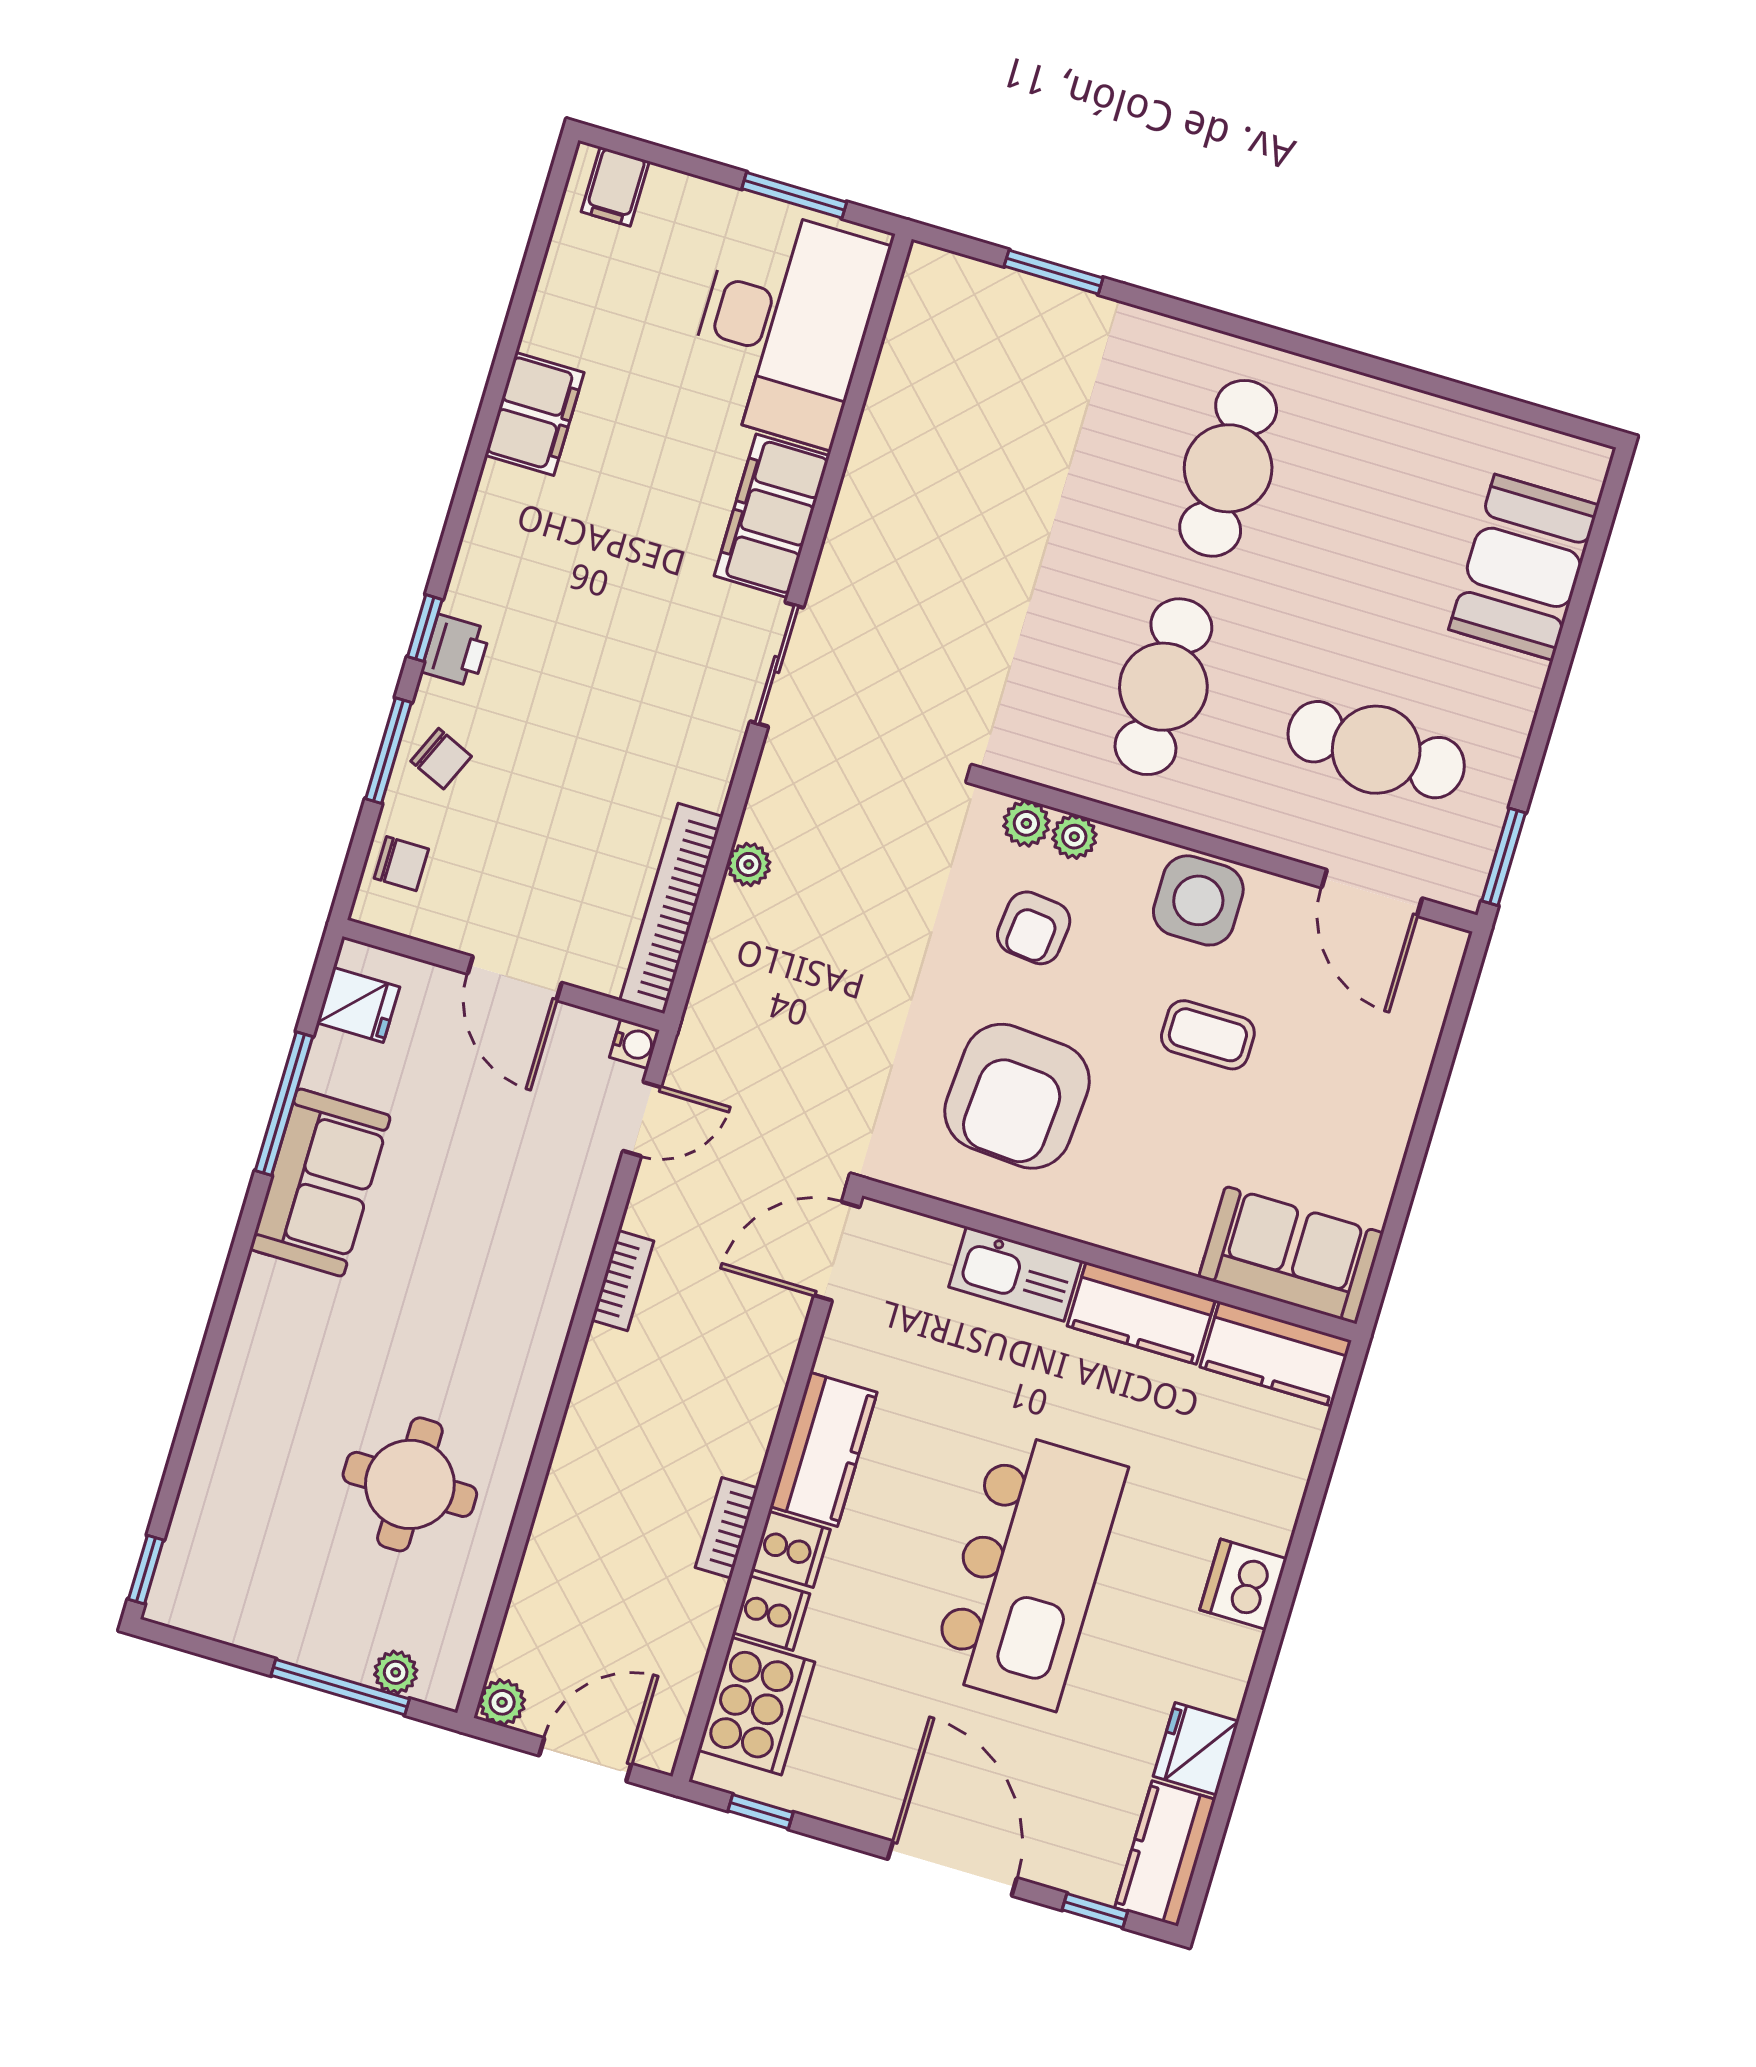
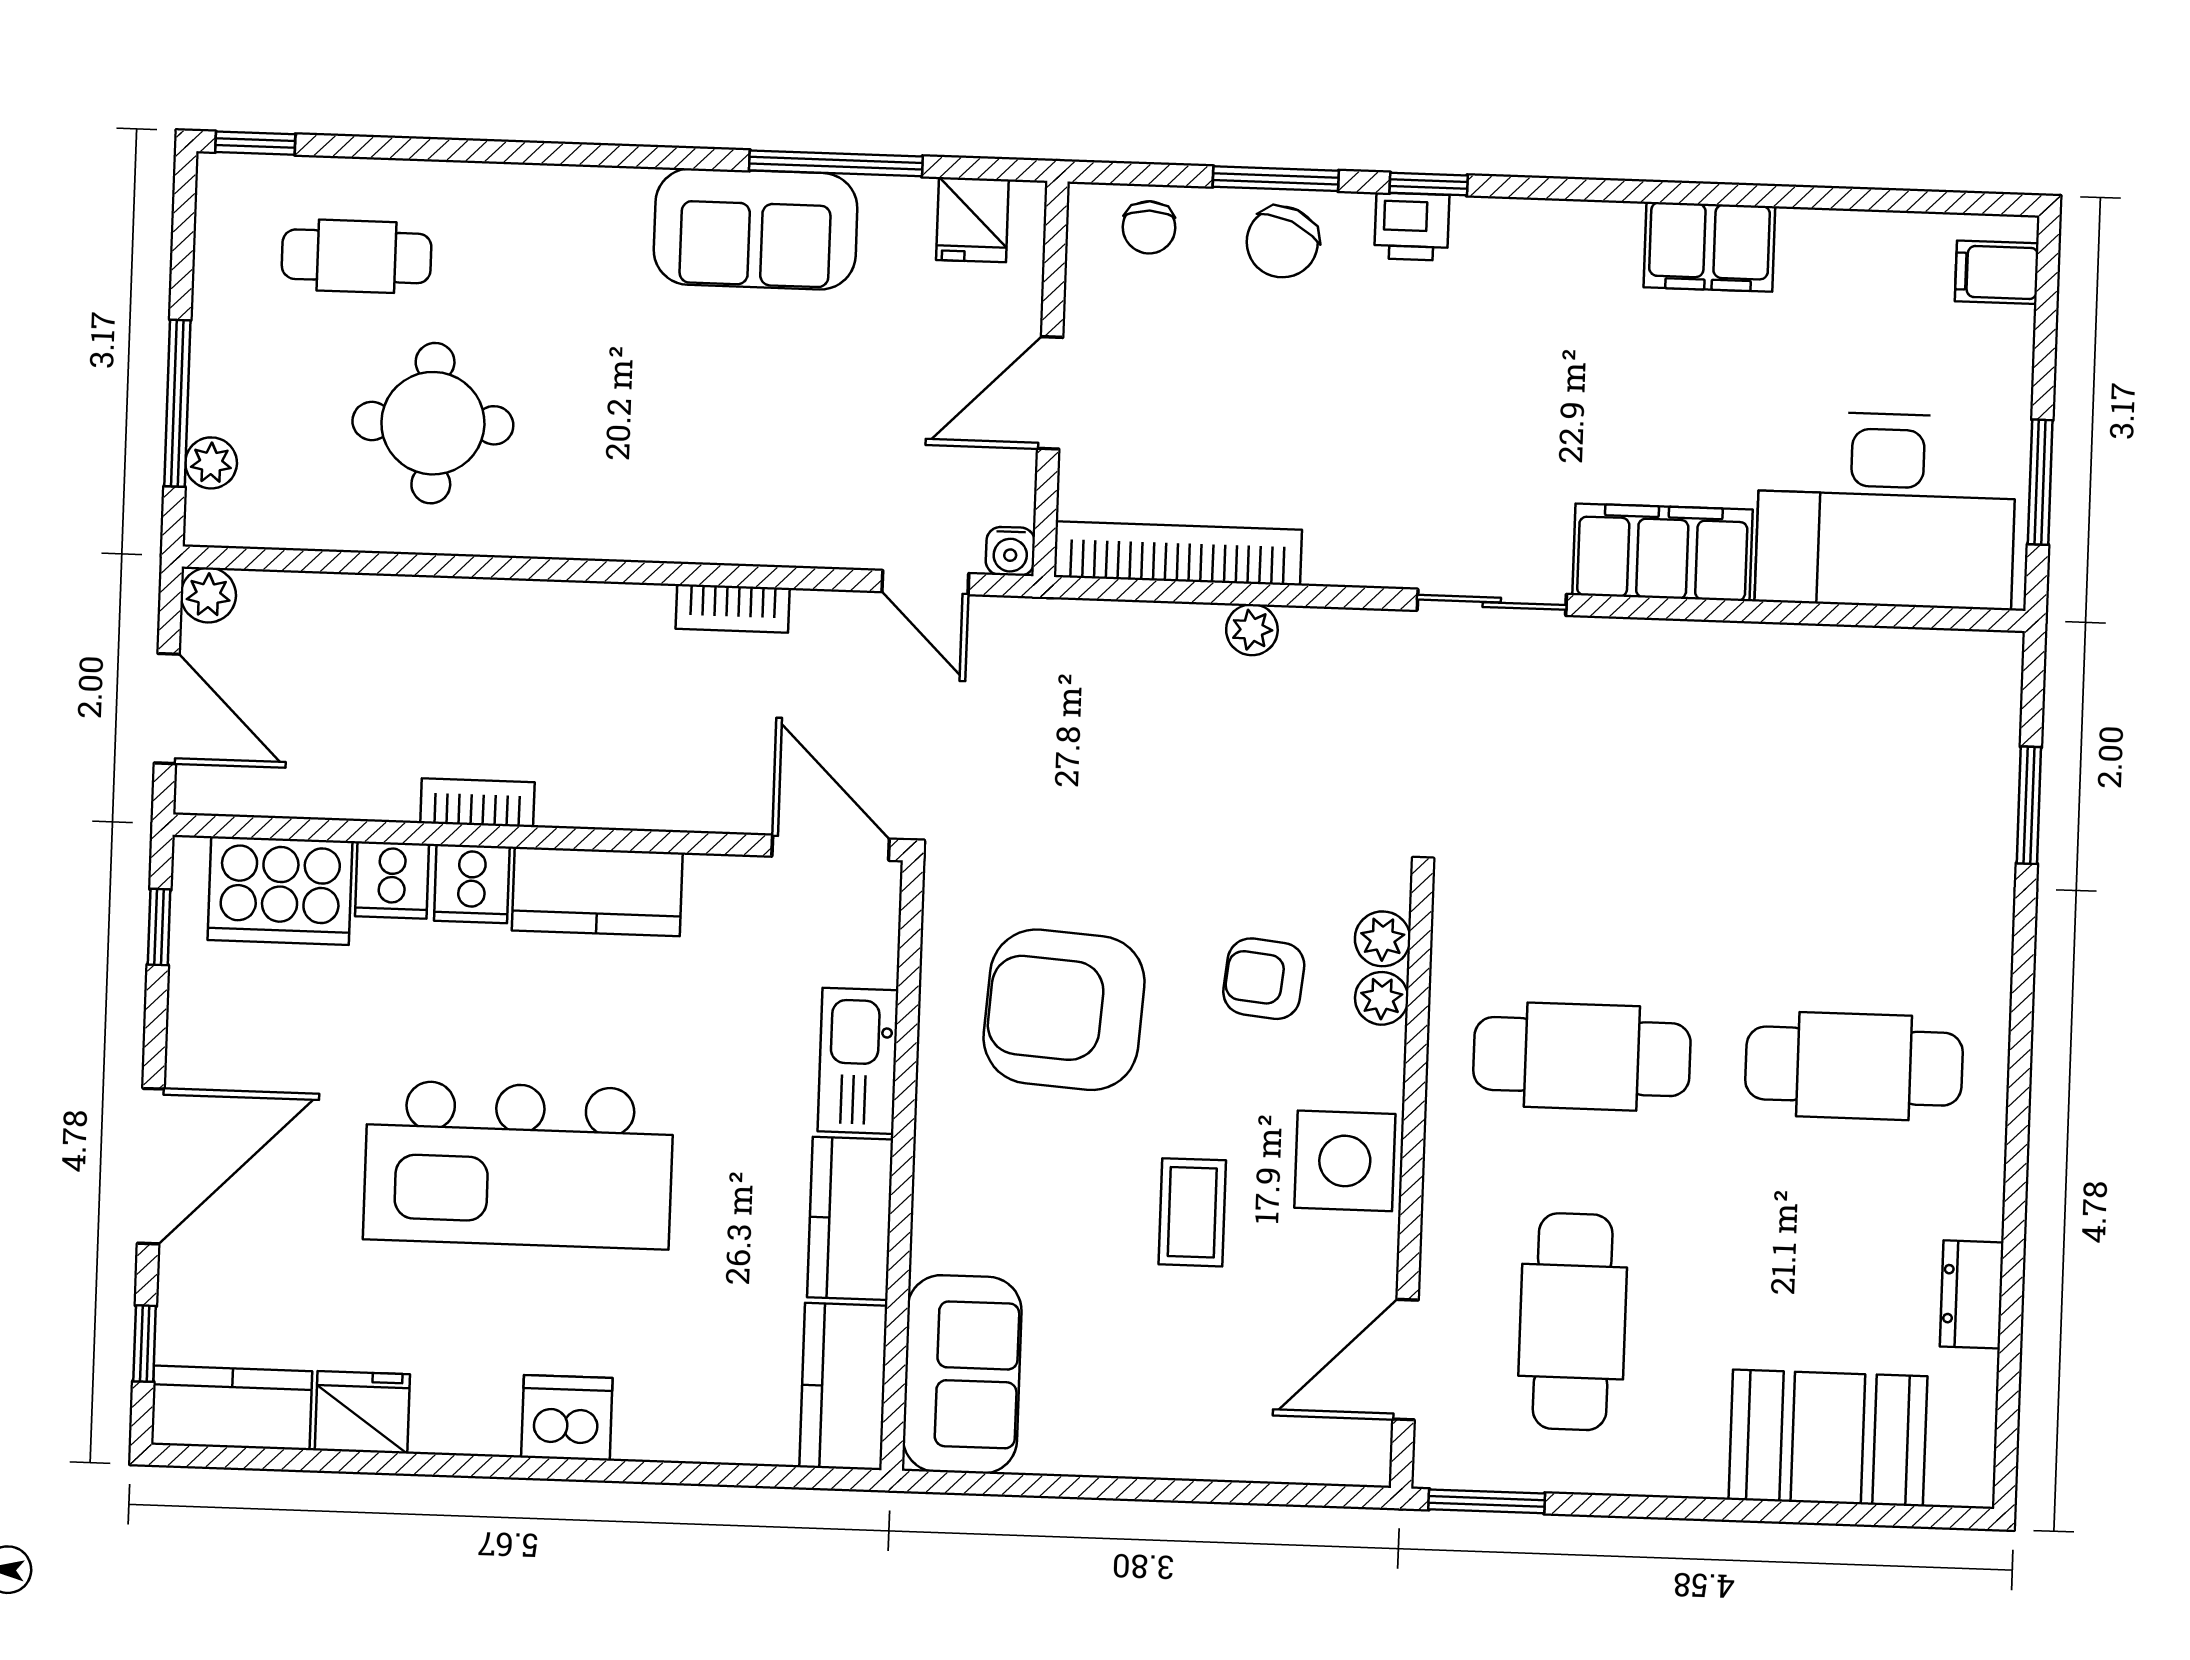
dresser: (1438, 421) -> (1972, 1294), added
chair: (441, 759) -> (1282, 242), width x1.37, depth x1.37
cafe table: (259, 1511) -> (357, 256), added

